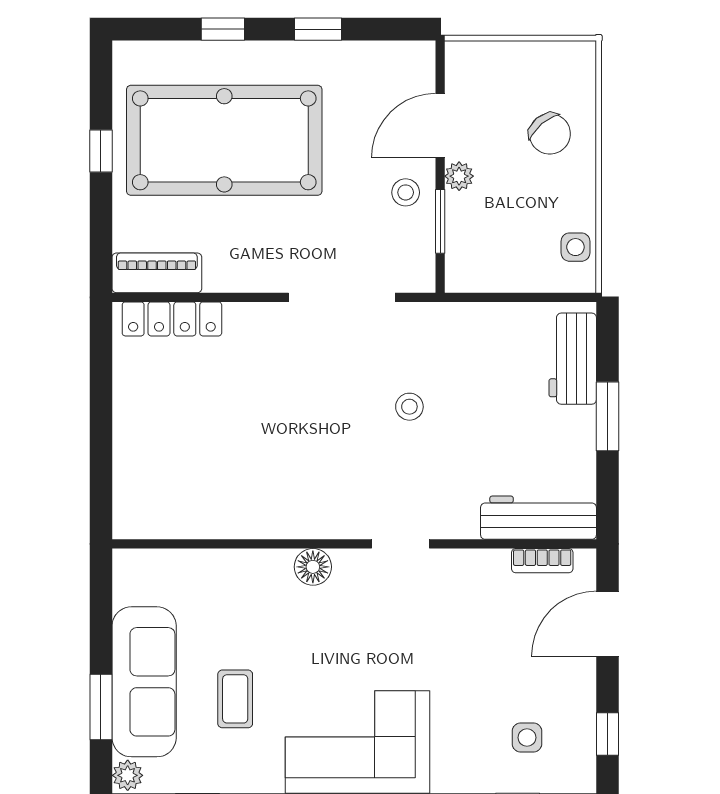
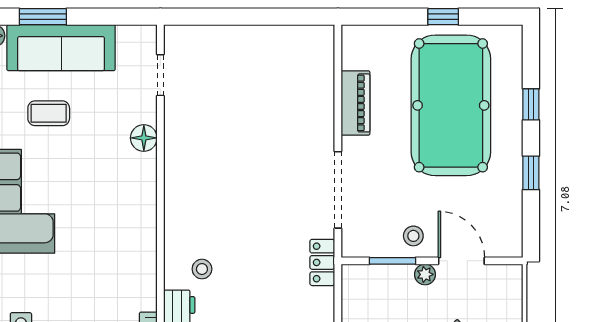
piano: (157, 273) -> (355, 103), moved
locker: (172, 319) -> (322, 262), moved, width x0.66
stool: (409, 407) -> (202, 269), moved
doorway: (401, 544) -> (160, 75), moved
floor lamp: (313, 567) -> (144, 138), moved

